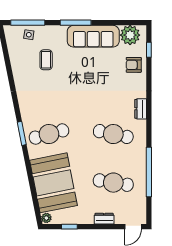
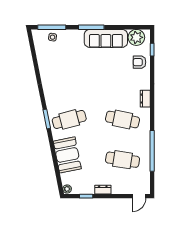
coffee table: (46, 60) -> (67, 58), removed
booth: (53, 183) -> (67, 155), width x0.73, depth x0.70
dresser: (104, 219) -> (103, 190), moved

